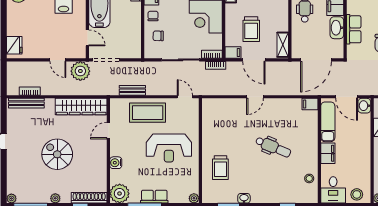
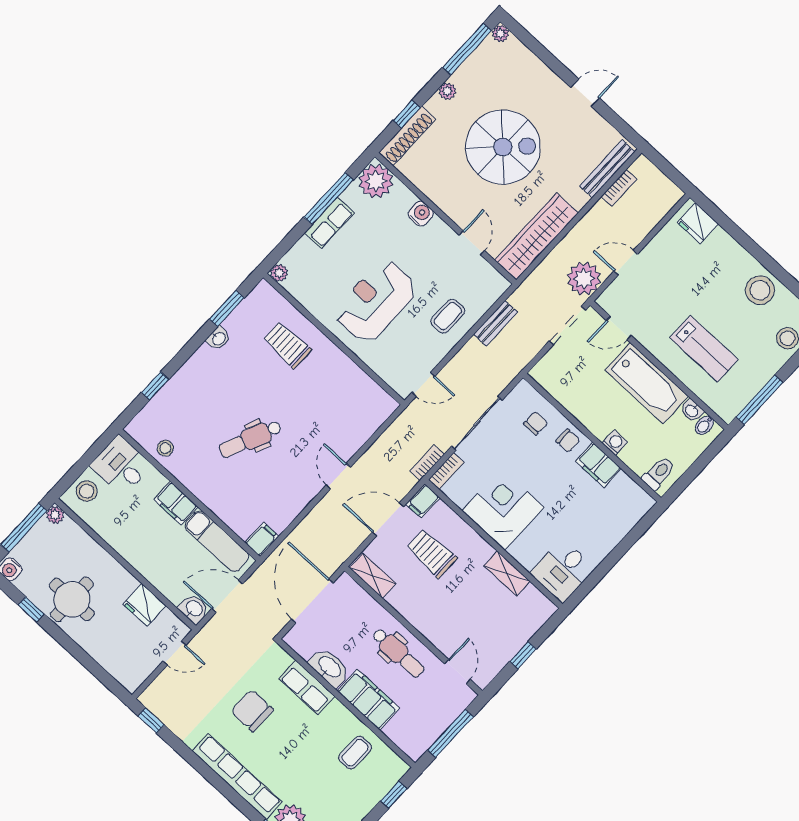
coffee table: (148, 113) -> (448, 316), width x0.54, depth x0.58
spiral stairs: (57, 154) -> (503, 147), width x1.37, depth x1.37

